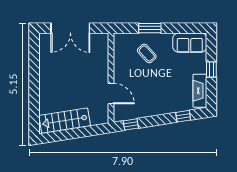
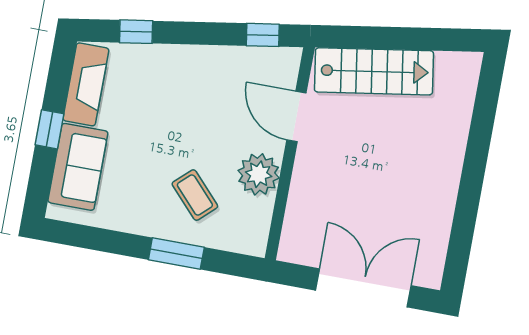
sofa: (190, 43) -> (78, 167), moved, turned 90
plant: (122, 67) -> (259, 174), added
stairs: (65, 121) -> (374, 71), moved

